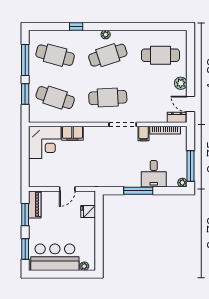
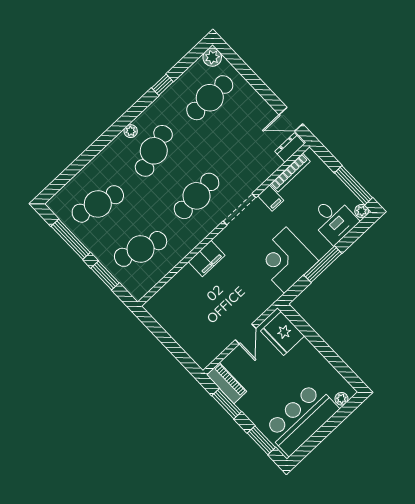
window: (76, 27) -> (162, 85), moved
plant: (181, 83) -> (212, 57), moved
filing cabinet: (73, 133) -> (207, 259), moved
corner desk: (45, 142) -> (285, 260), moved, turned 180
desk: (154, 174) -> (334, 220), moved
fridge: (88, 212) -> (282, 334), width x1.88, depth x1.34

